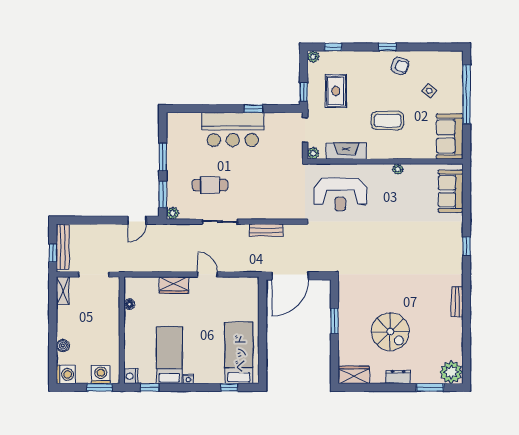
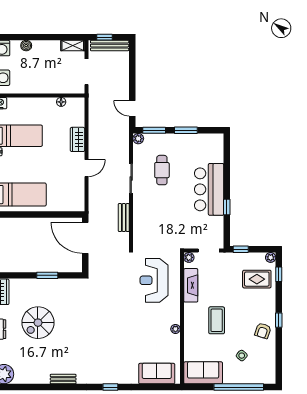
rug: (336, 91) -> (257, 279), moved

